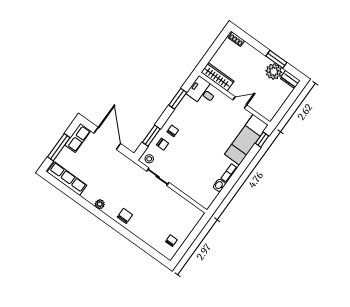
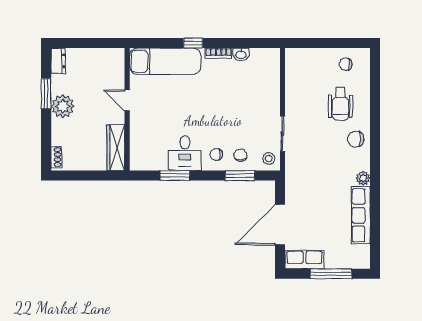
plant: (274, 72) -> (63, 106), moved
desk: (202, 91) -> (185, 153), moved
window: (262, 140) -> (193, 43), moved
row of seats: (67, 179) -> (361, 215), moved
wheelchair: (151, 222) -> (340, 104), added

